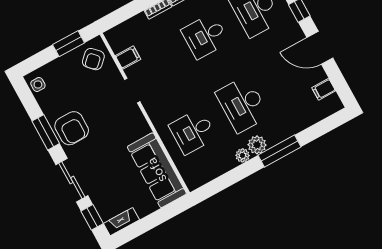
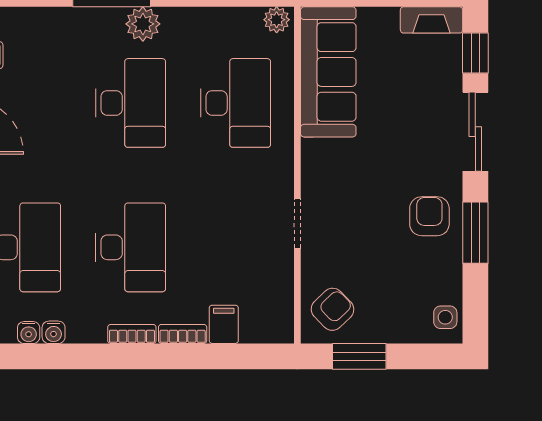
desk: (205, 36) -> (130, 247), width x1.37
filing cabinet: (128, 57) -> (224, 324), moved, turned 90
armchair: (72, 128) -> (429, 216), width x0.72, depth x0.72
desk: (193, 132) -> (235, 103), width x1.37
plant: (243, 155) -> (277, 20), moved

